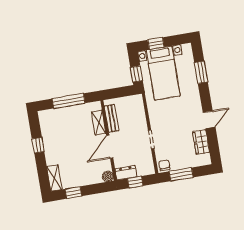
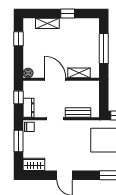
bench: (112, 118) -> (78, 112), moved
wardrobe: (201, 142) -> (34, 164), moved
dresser: (126, 173) -> (28, 108), moved
shelving: (54, 178) -> (47, 23), moved

